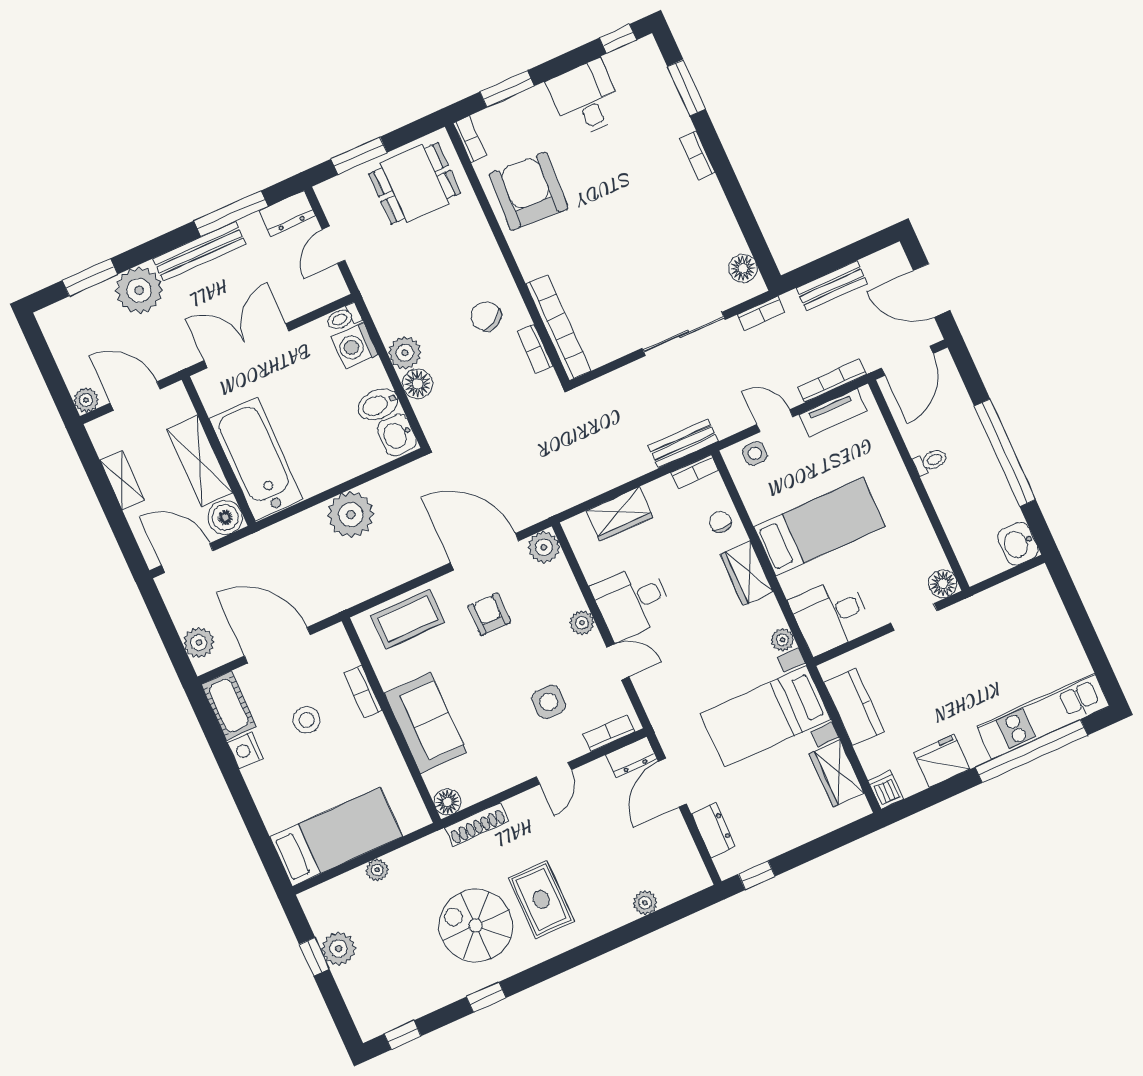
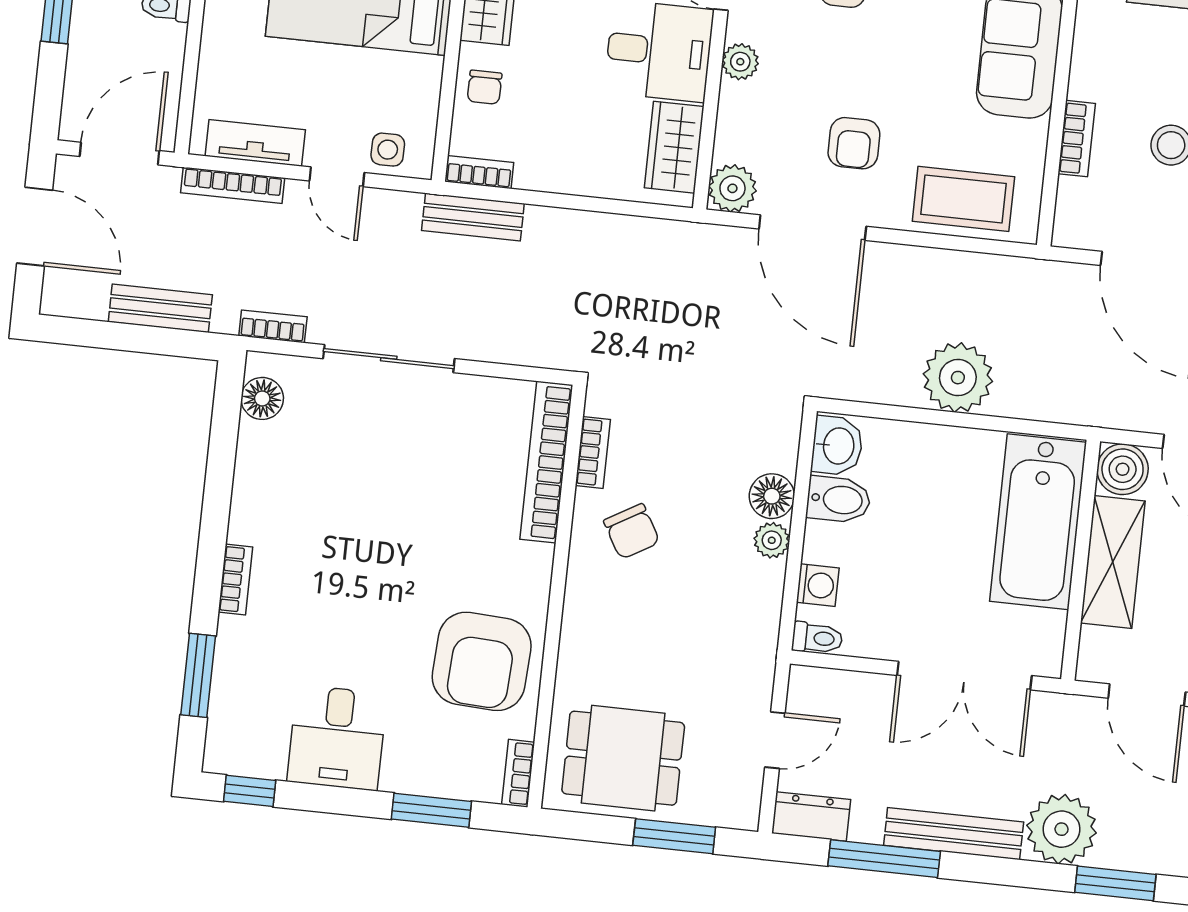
washing machine: (355, 346) -> (818, 585), width x0.73, depth x0.73
plant: (405, 353) -> (772, 540), width x0.73, depth x0.73
wardrobe: (620, 514) -> (674, 147), moved, turned -90

